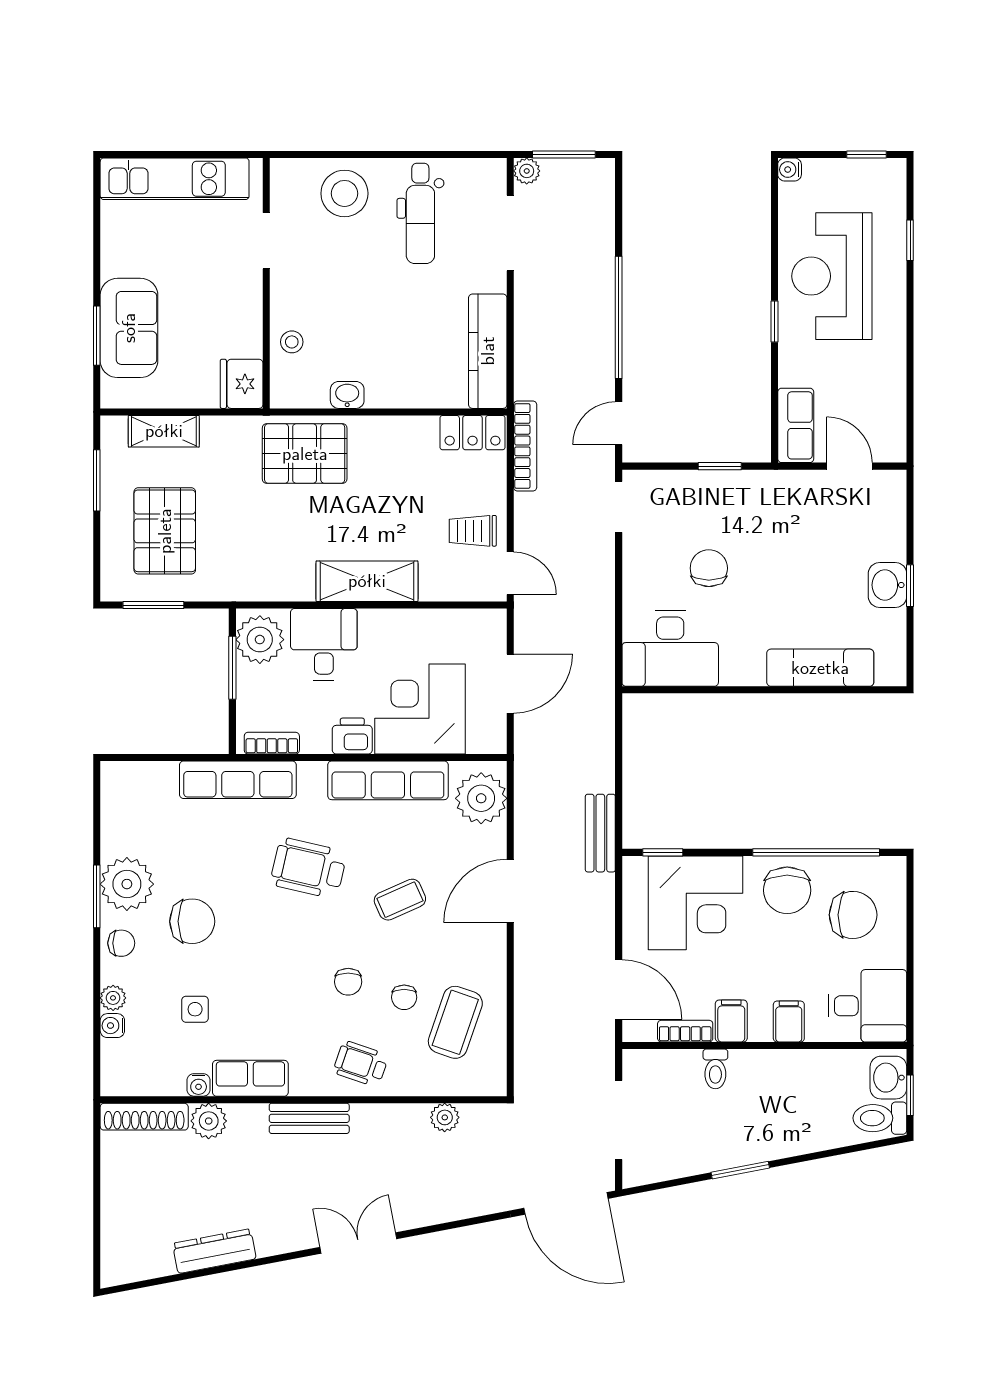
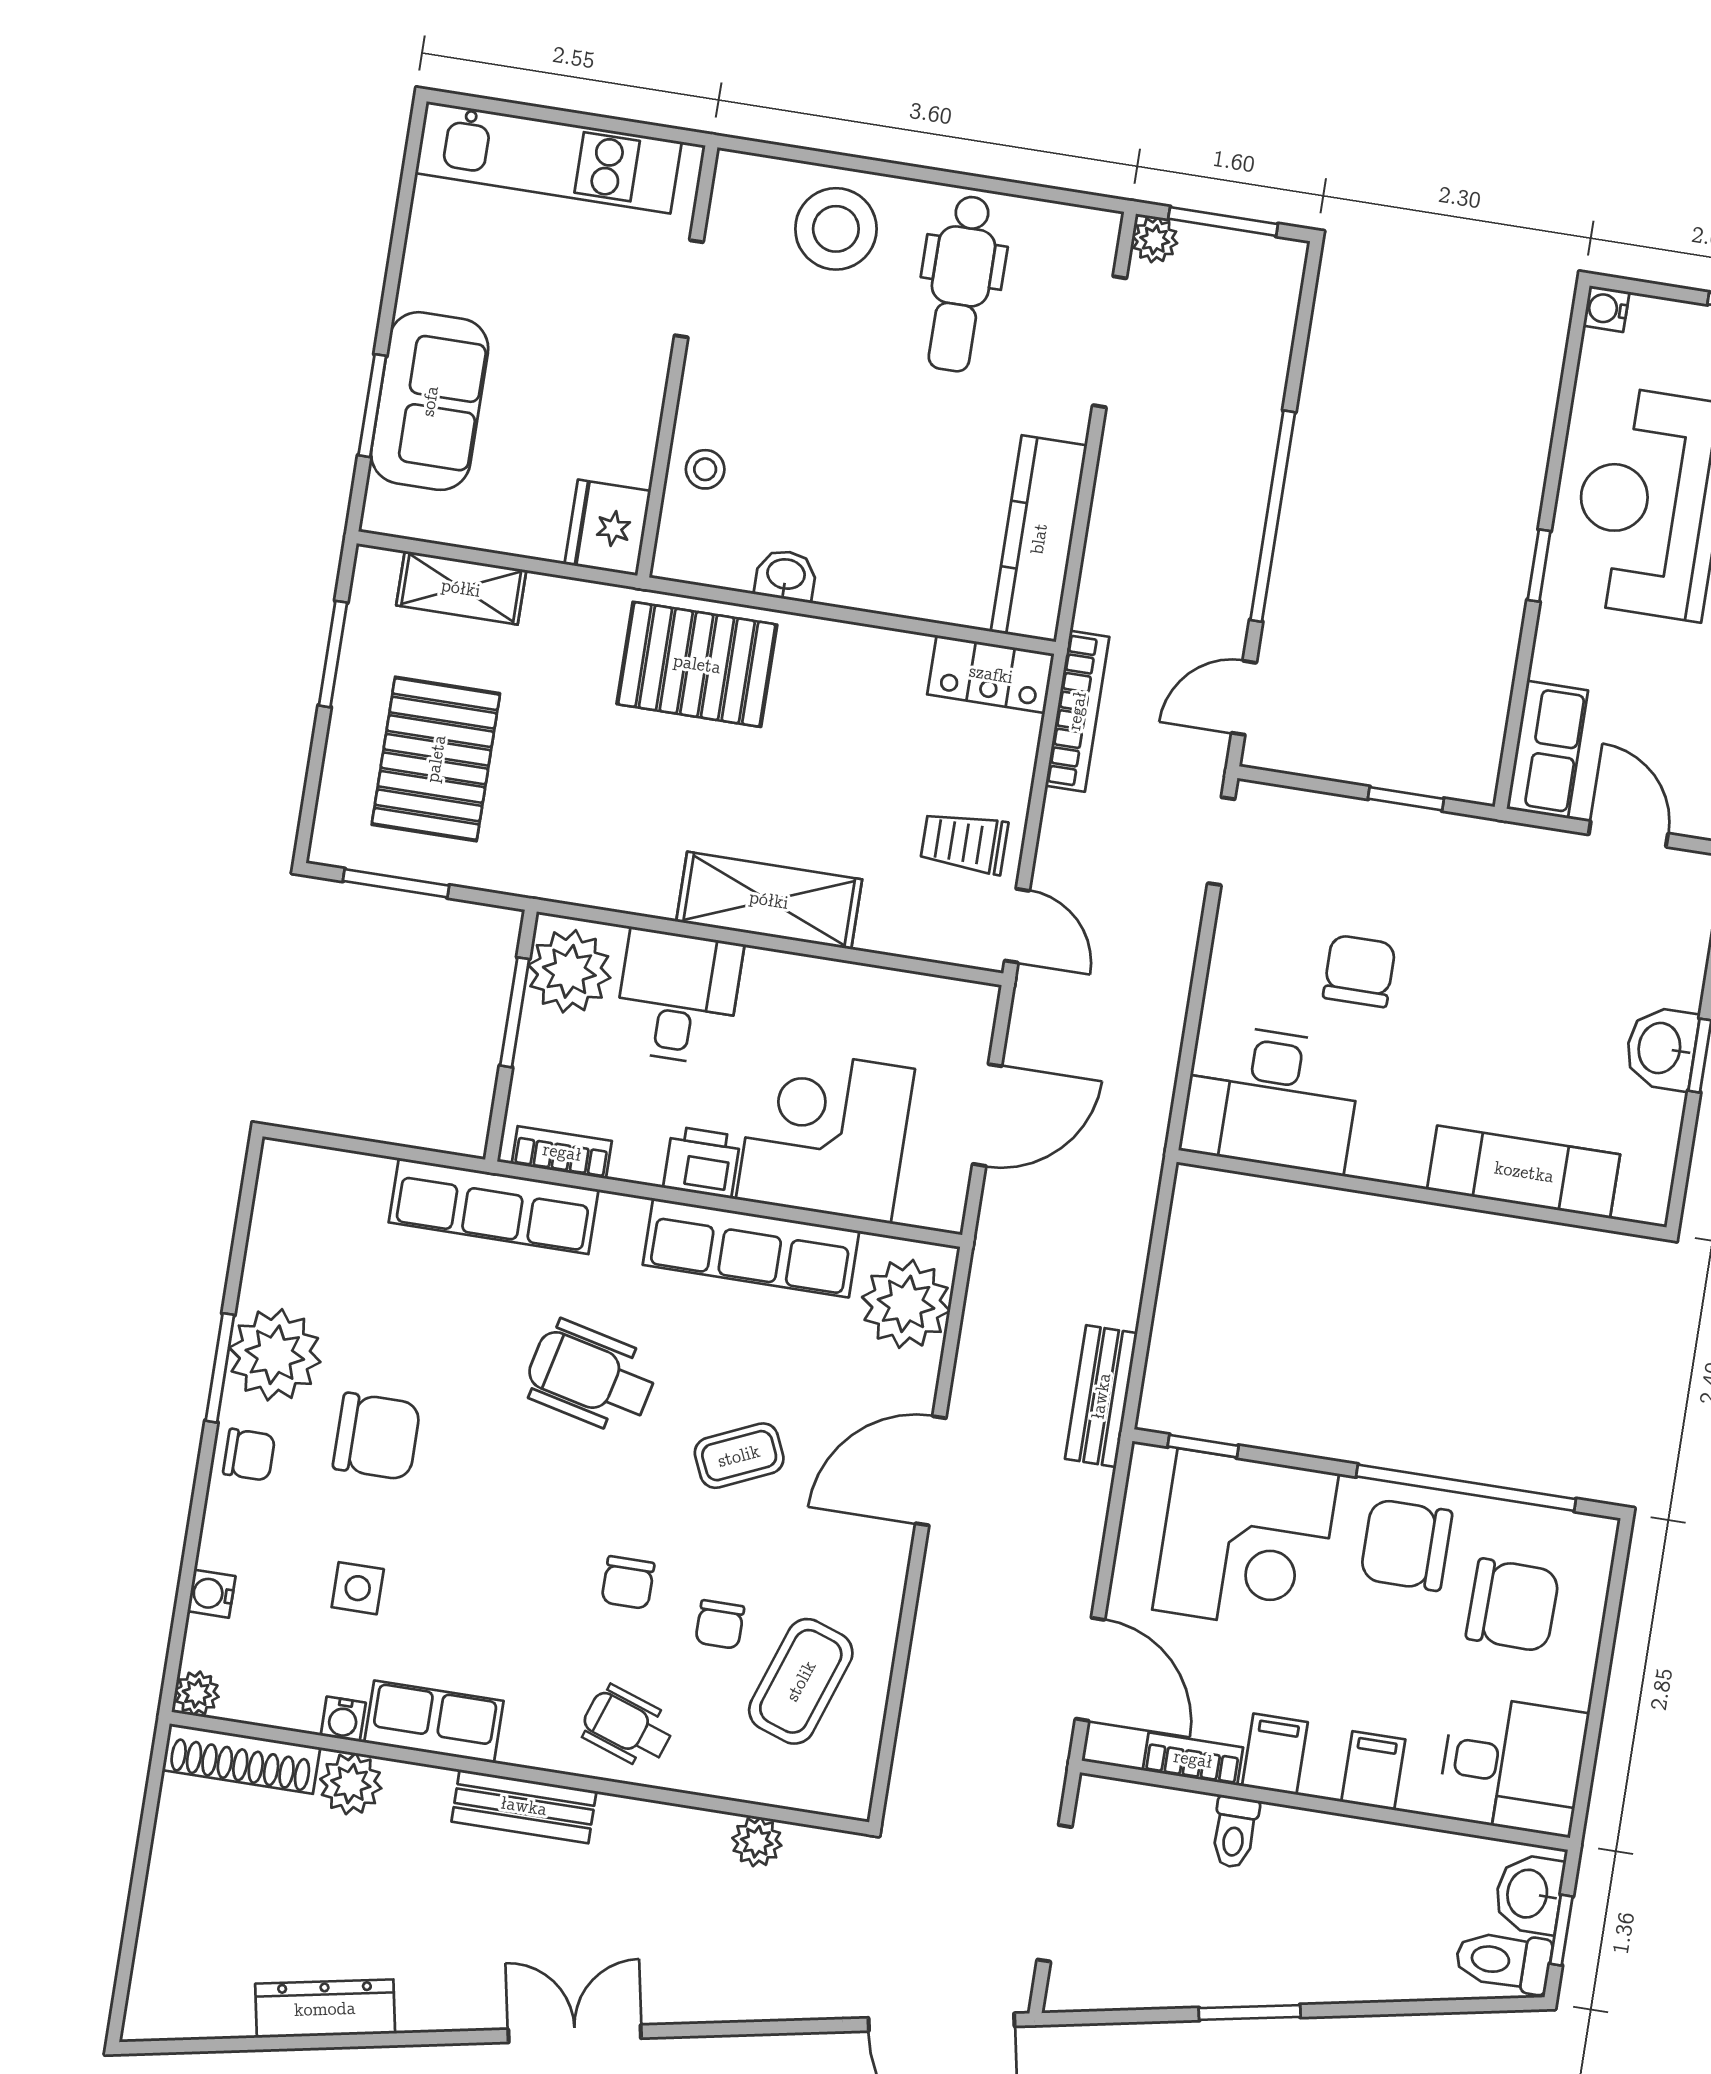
chair: (787, 890) -> (1406, 1545), turned 90
plant: (113, 998) -> (197, 1693), moved

